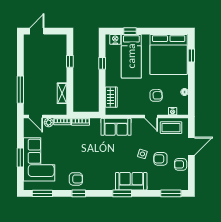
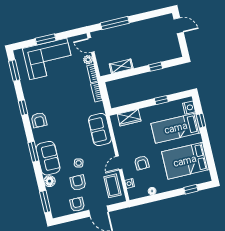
bed: (169, 54) -> (185, 161), width x0.73
door: (36, 117) -> (91, 45), hinge flipped
armchair: (76, 179) -> (39, 120), moved
floor lamp: (153, 185) -> (50, 181), added

